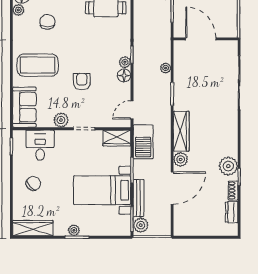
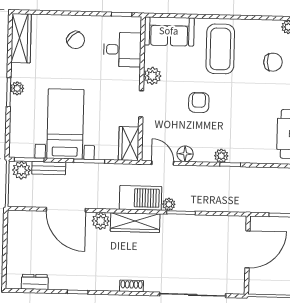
plant: (166, 68) -> (169, 204), moved
floor lamp: (124, 75) -> (185, 154), moved
armchair: (82, 82) -> (199, 102), turned -90
barbecue: (143, 142) -> (140, 198), moved, turned 180
plant: (228, 166) -> (91, 279), removed
shoe rack: (233, 191) -> (132, 286), moved
bench: (139, 198) -> (49, 168), width x0.73

